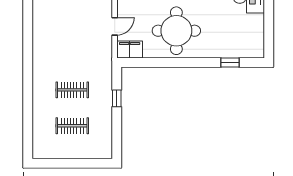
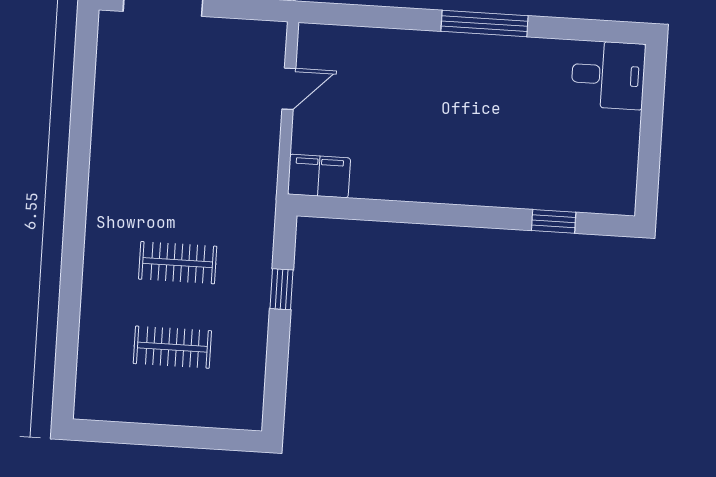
door: (115, 26) -> (289, 89), moved
round table: (176, 31) -> (432, 139), removed

